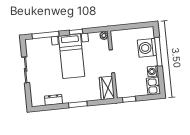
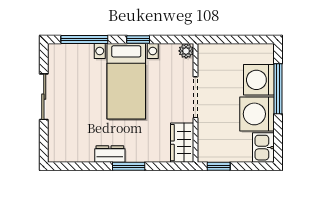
washing machine: (153, 71) -> (257, 114), width x1.89, depth x1.89
dresser: (54, 100) -> (110, 154), moved

